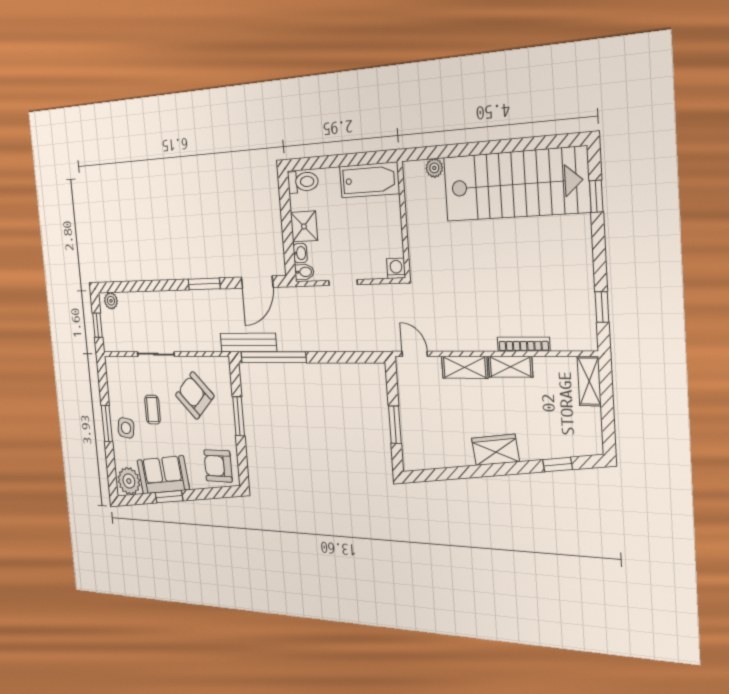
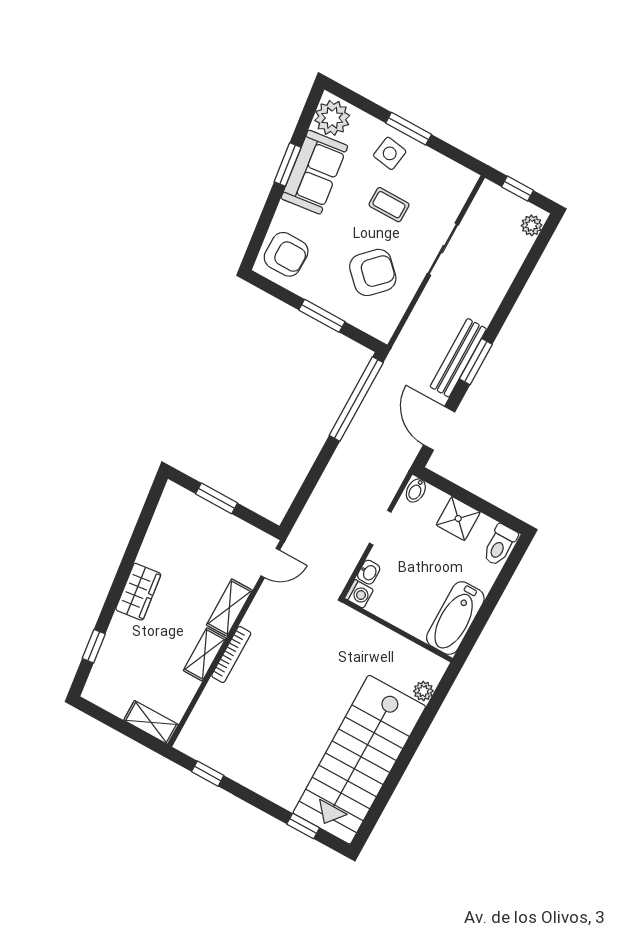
washbasin: (300, 253) -> (369, 572), moved, turned -90
bench: (248, 342) -> (458, 358), moved
bookcase: (524, 344) -> (231, 654), moved
armchair: (218, 466) -> (286, 254), turned 90

